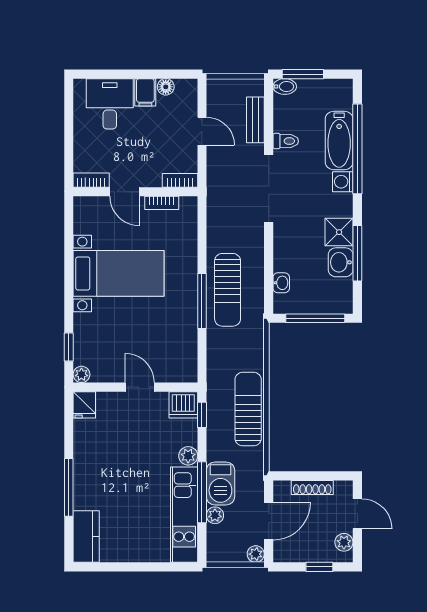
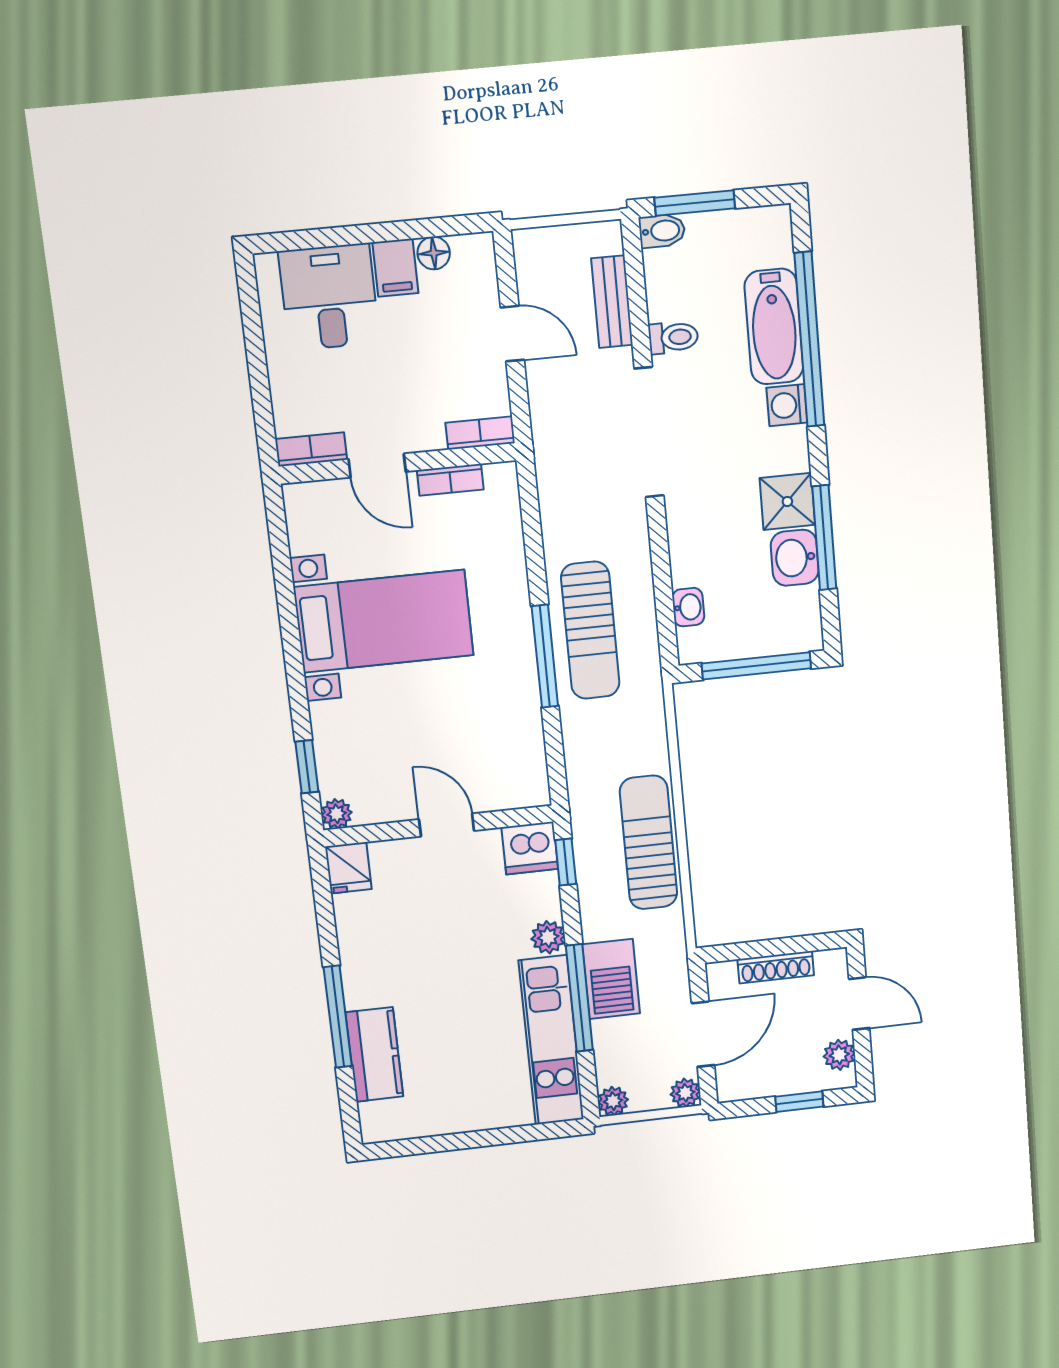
plant: (215, 515) -> (613, 1101), moved
kitchen counter: (86, 536) -> (374, 1054), moved

